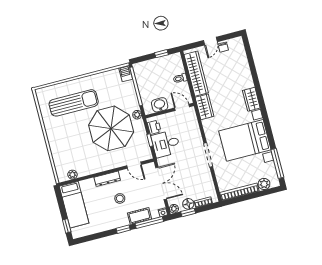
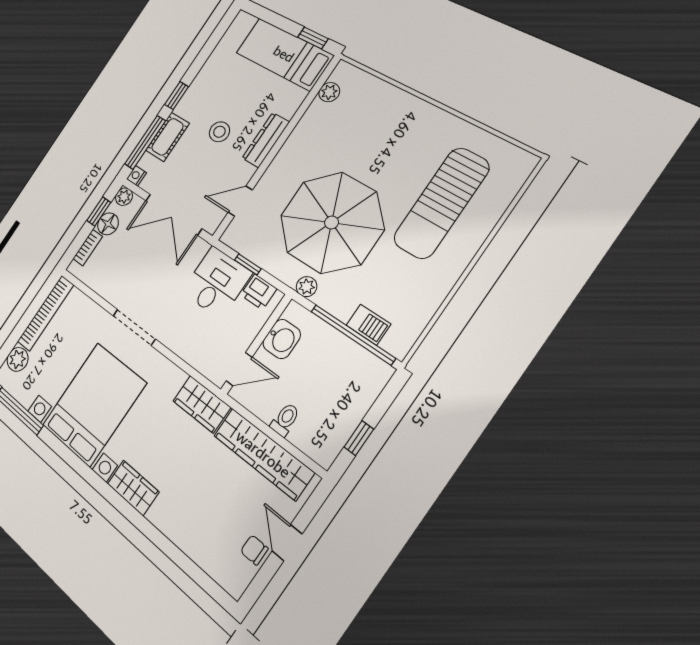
barbecue: (126, 73) -> (368, 325), moved
window: (67, 226) -> (313, 38), moved

